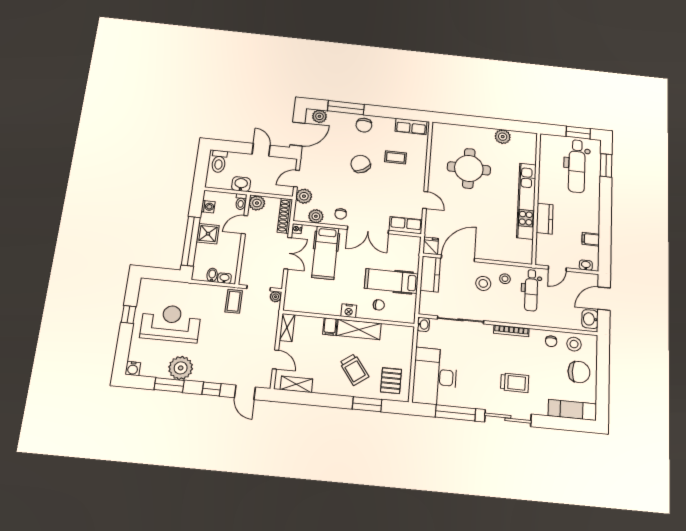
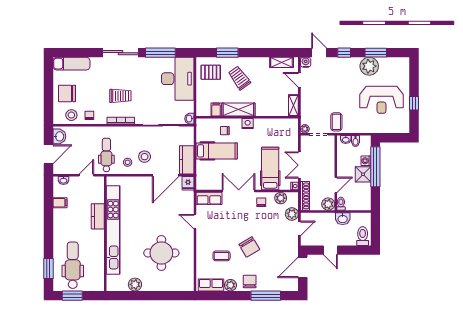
plant: (319, 116) -> (230, 285), moved
kitchen unit: (526, 201) -> (113, 230), width x1.36
washing machine: (208, 207) -> (366, 161), moved
filing cabinet: (330, 327) -> (216, 110), moved
water cooler: (133, 369) -> (306, 62), moved
pallet: (391, 381) -> (211, 72), turned 90
trolley: (515, 383) -> (120, 96), moved, turned 180

